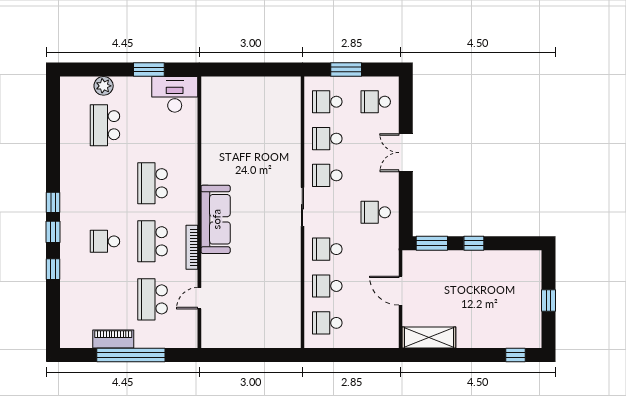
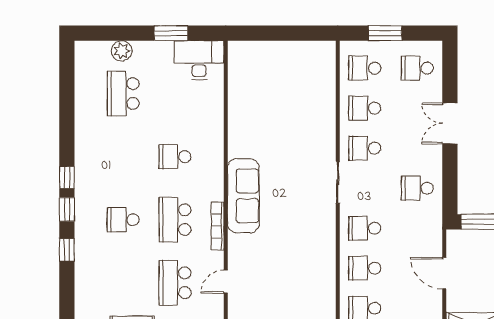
school desk: (153, 183) -> (175, 157), width x0.54

